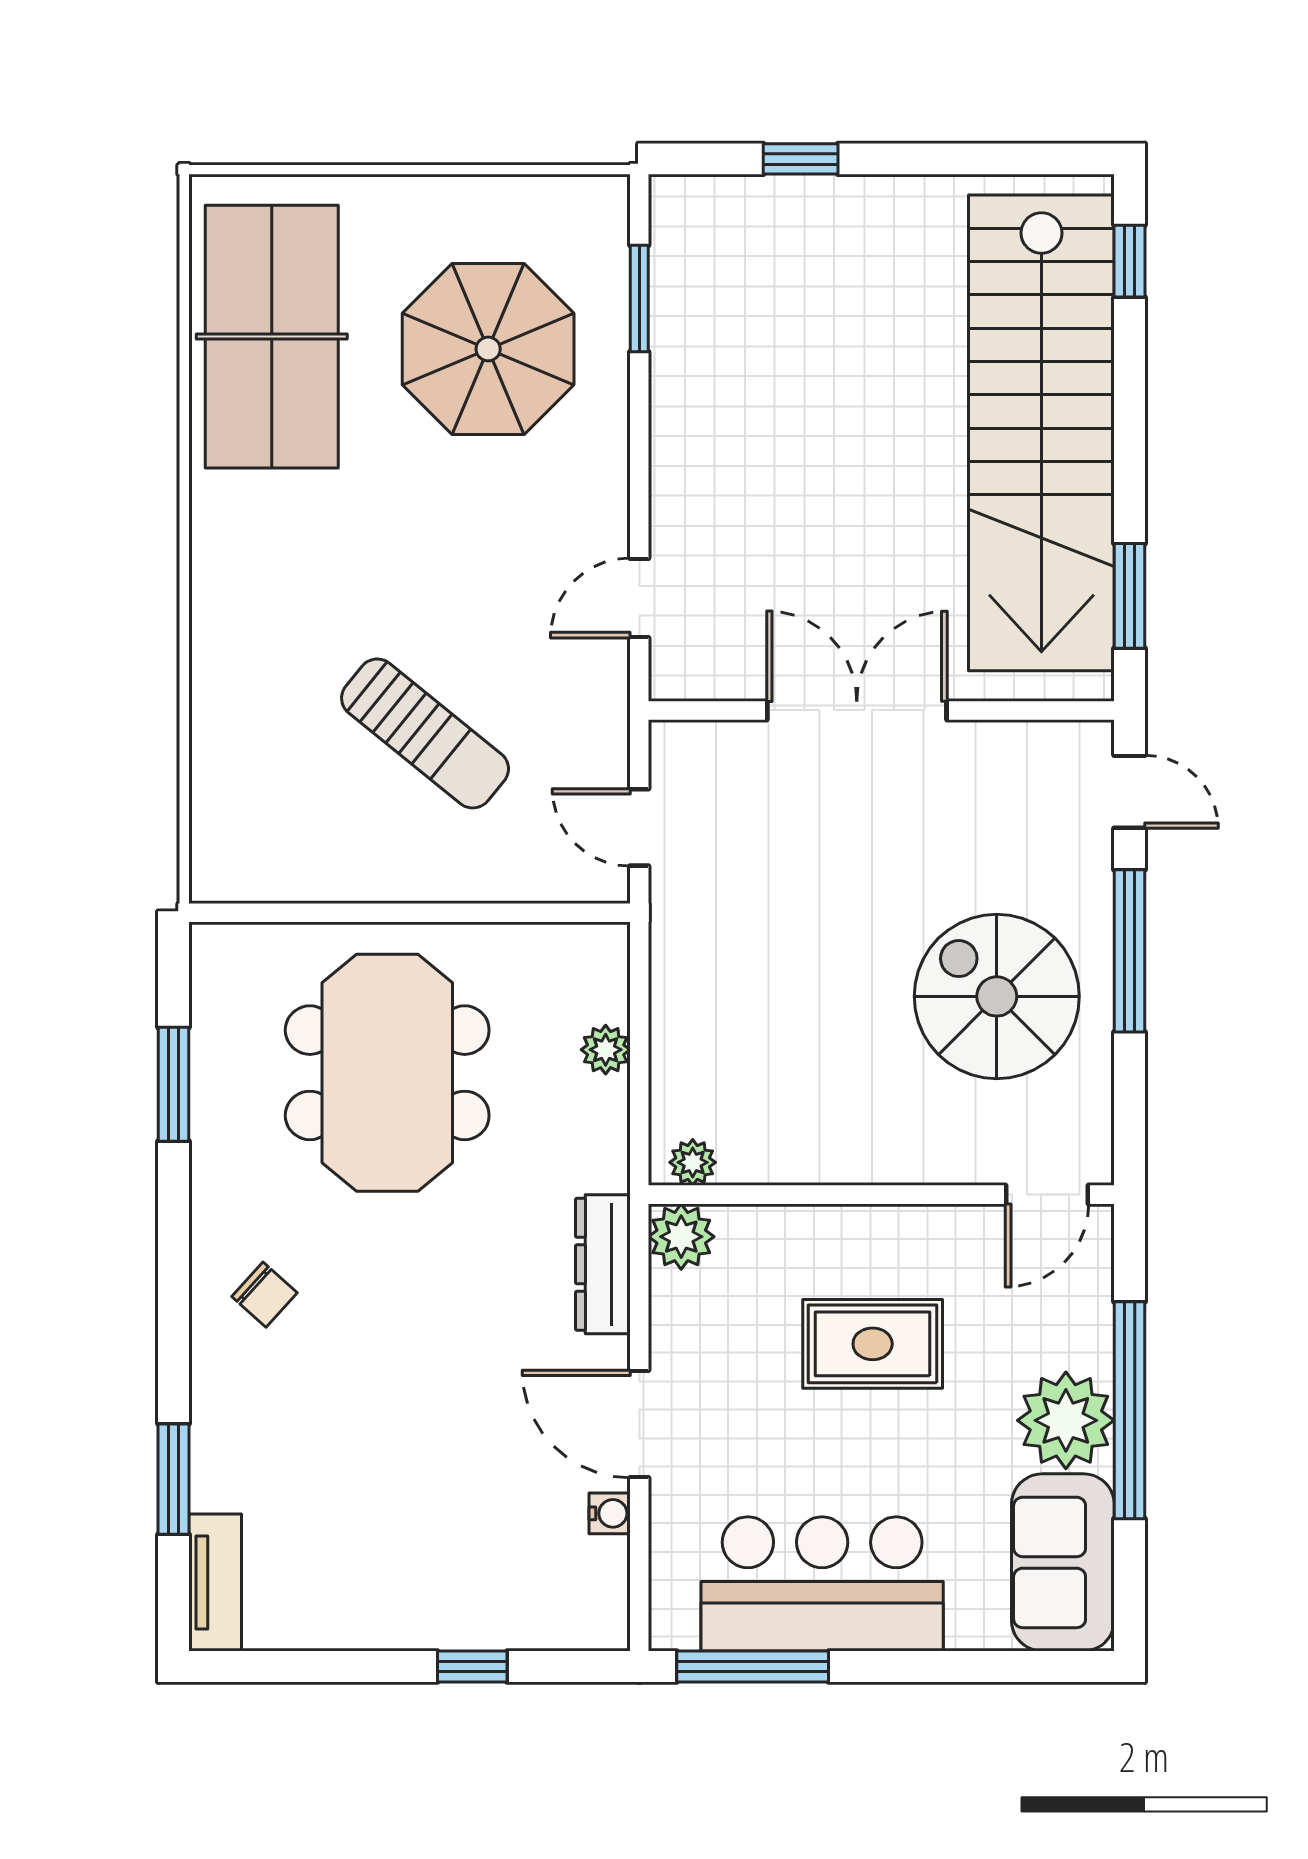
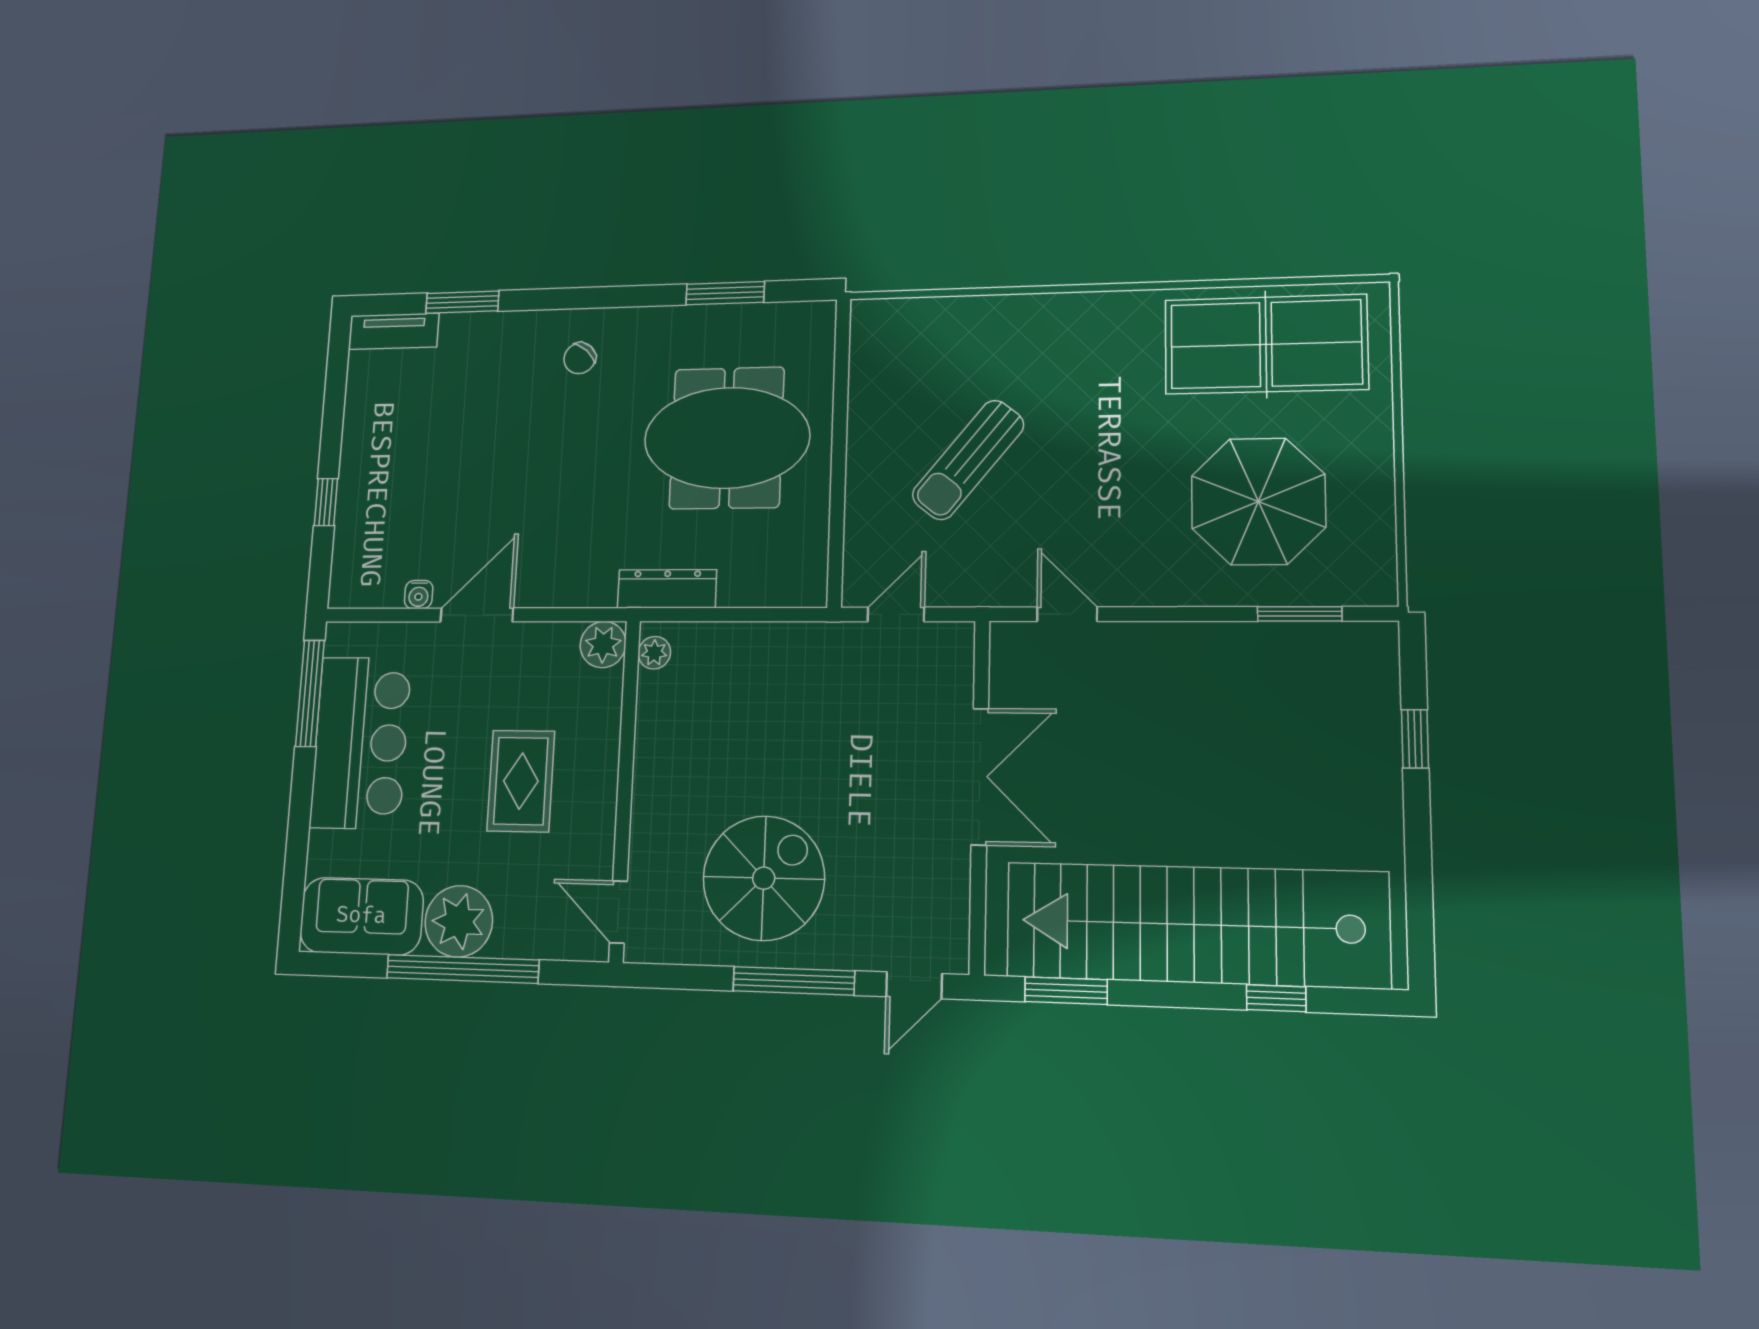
window: (1130, 261) -> (1276, 998), moved
plant: (606, 1050) -> (737, 591), removed
dresser: (603, 1264) -> (667, 589), moved

